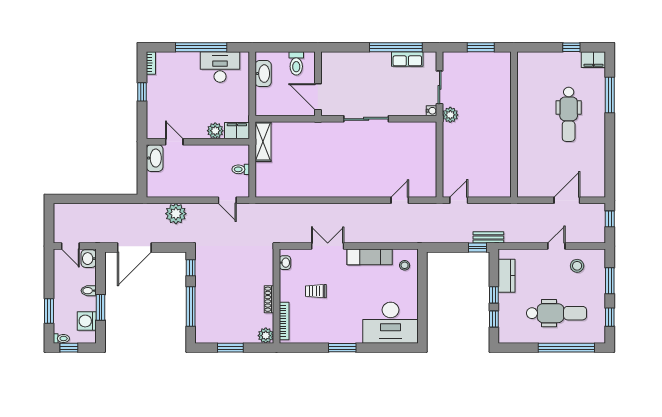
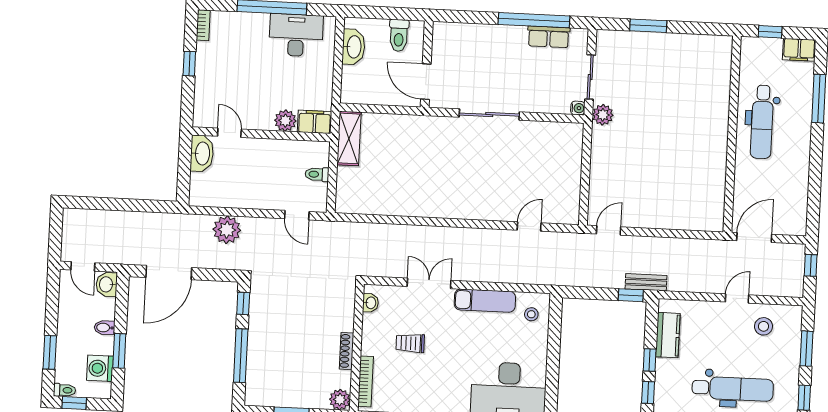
wall: (514, 125) -> (732, 134), moved

